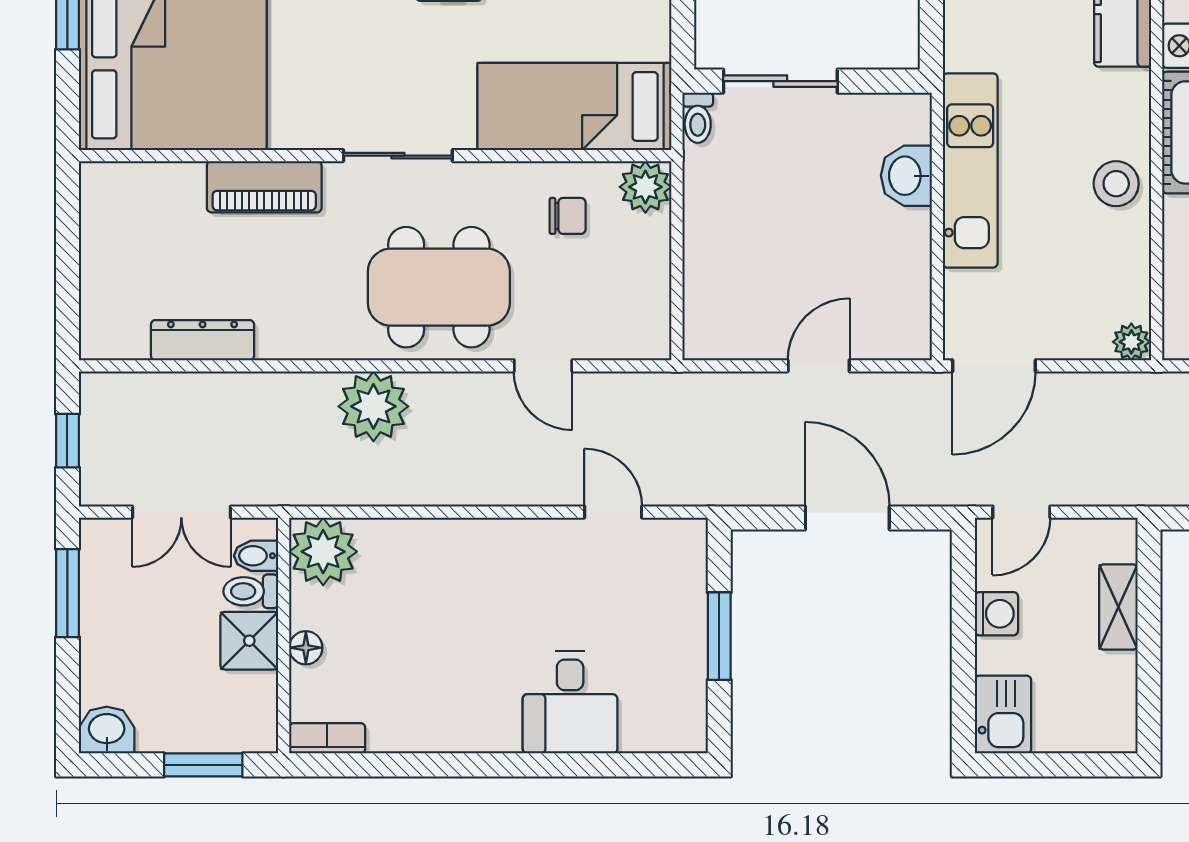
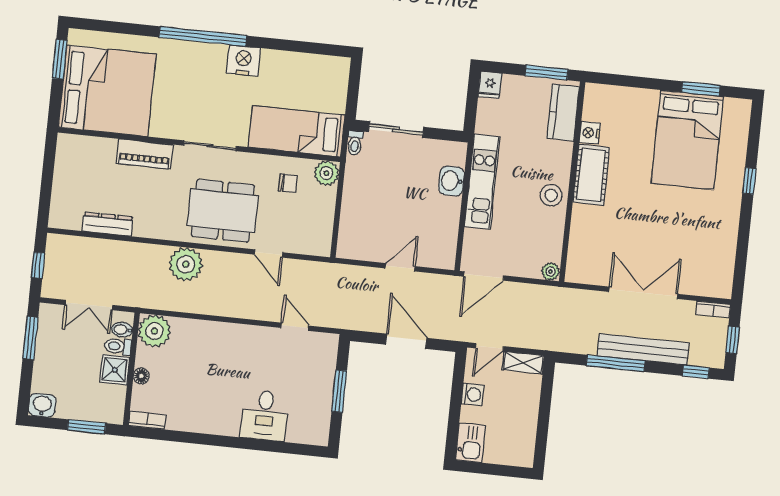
shelving: (1118, 607) -> (523, 363), moved, turned 90

